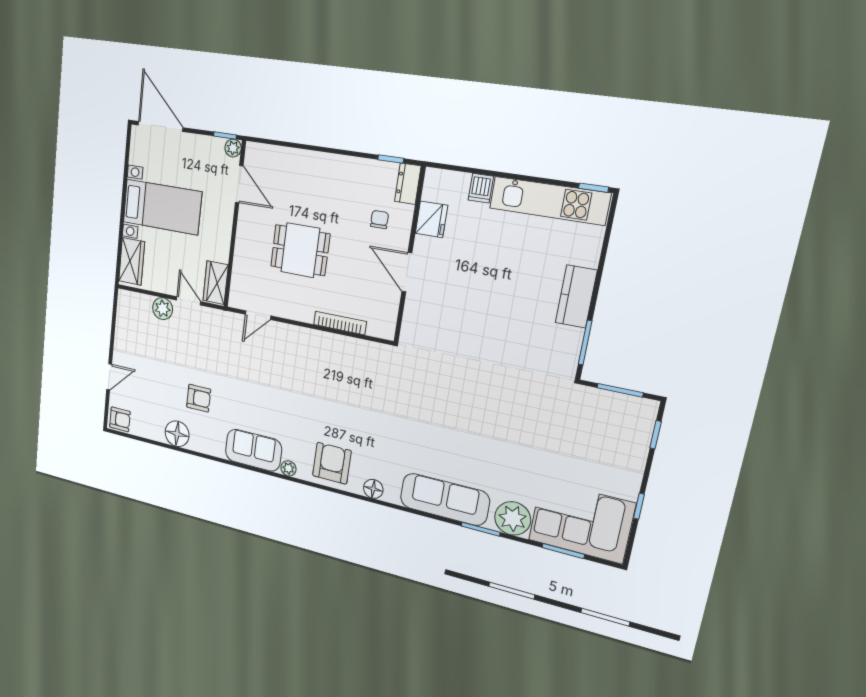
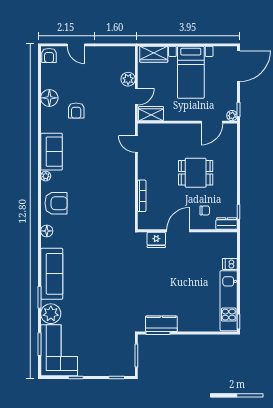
fridge: (431, 219) -> (156, 240), moved
dining table: (300, 250) -> (196, 173), moved, turned 90
kitchen counter: (576, 297) -> (161, 324), moved

